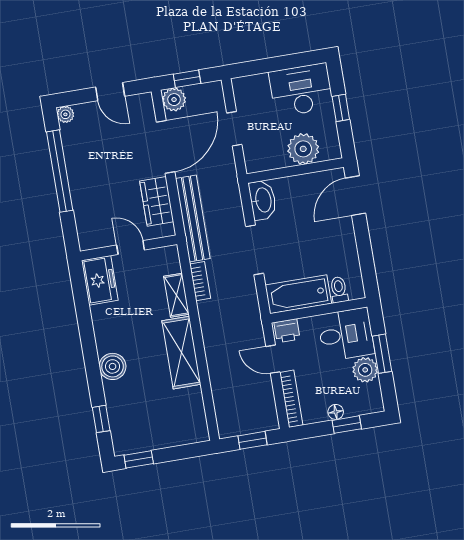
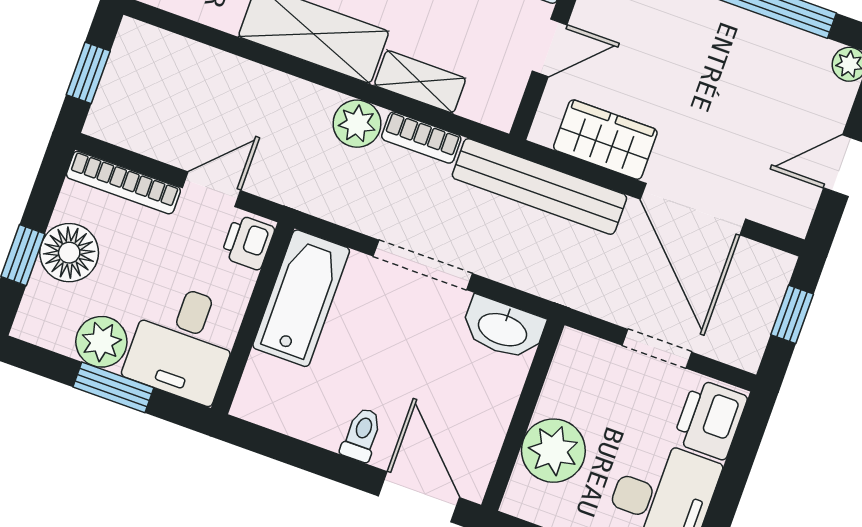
printer: (252, 89) -> (710, 419), added
plant: (174, 100) -> (357, 124), moved
toilet: (339, 290) -> (362, 435), moved, turned -90
floor lamp: (336, 412) -> (69, 253), width x1.89, depth x1.89

